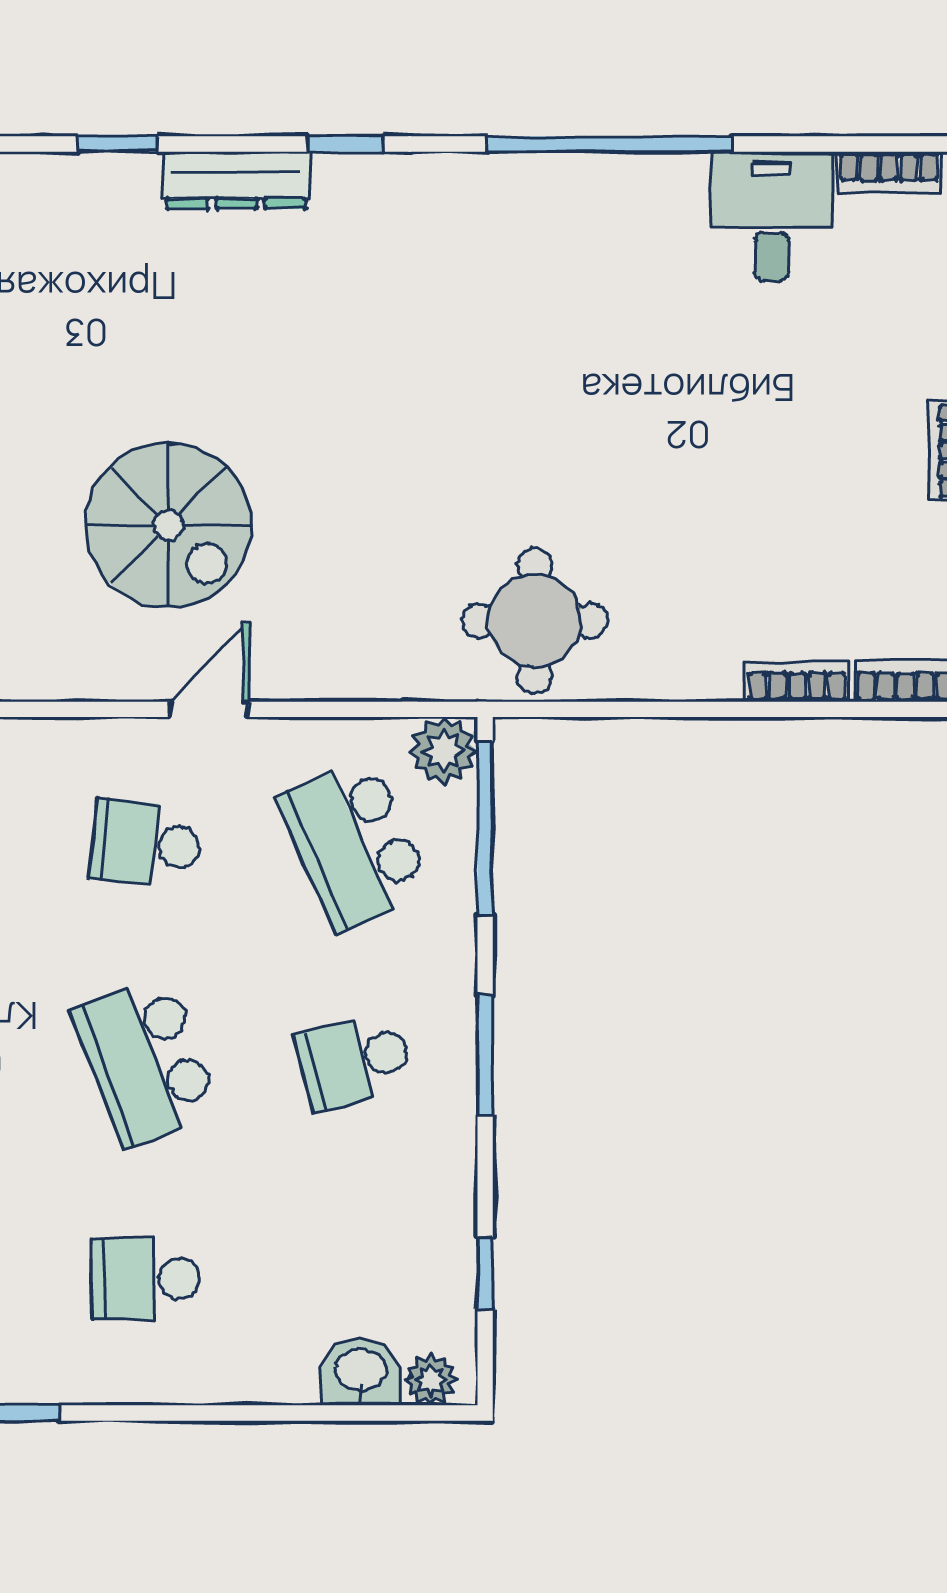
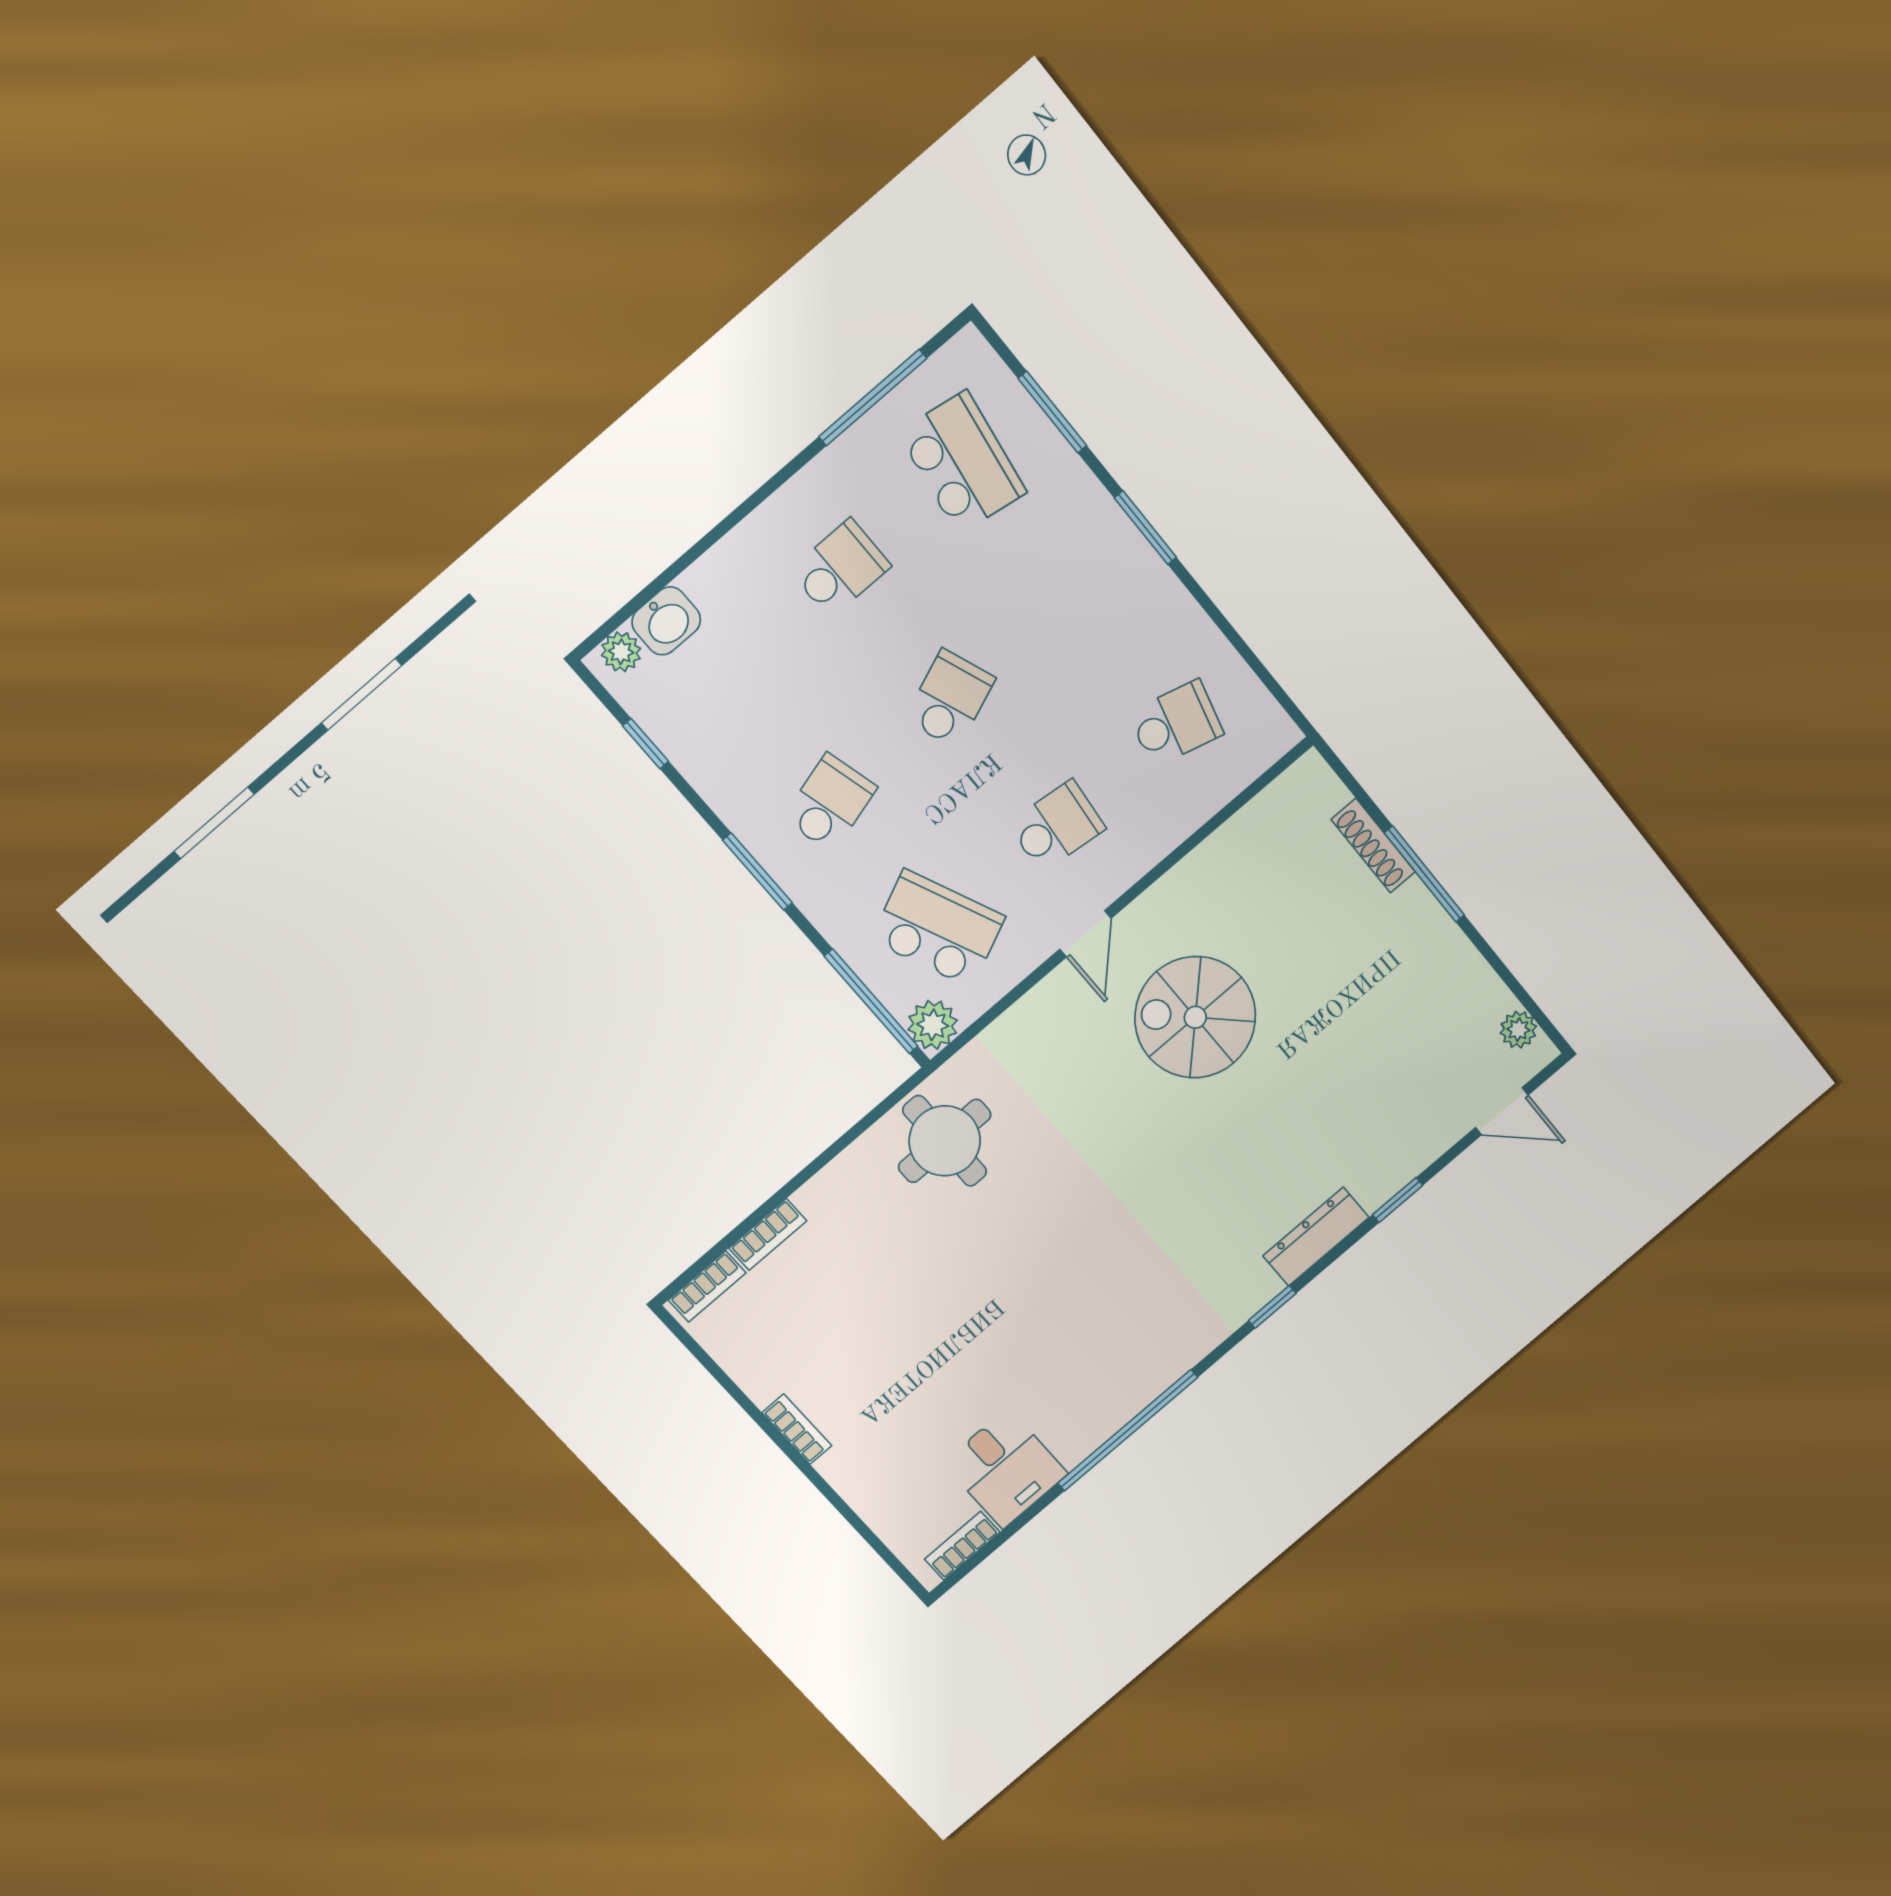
school desk: (146, 1061) -> (950, 699), width x0.54

